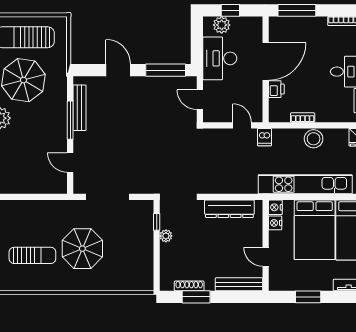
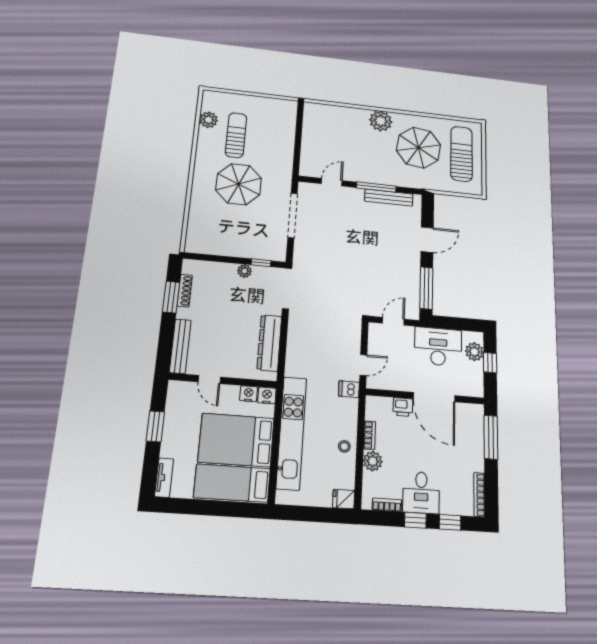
plant: (324, 114) -> (373, 461), added
stool: (314, 139) -> (344, 446), width x0.53, depth x0.53
sun lounger: (32, 255) -> (236, 135), turned 180
door: (266, 257) -> (209, 379), swing flipped
plant: (20, 282) -> (208, 120), added

